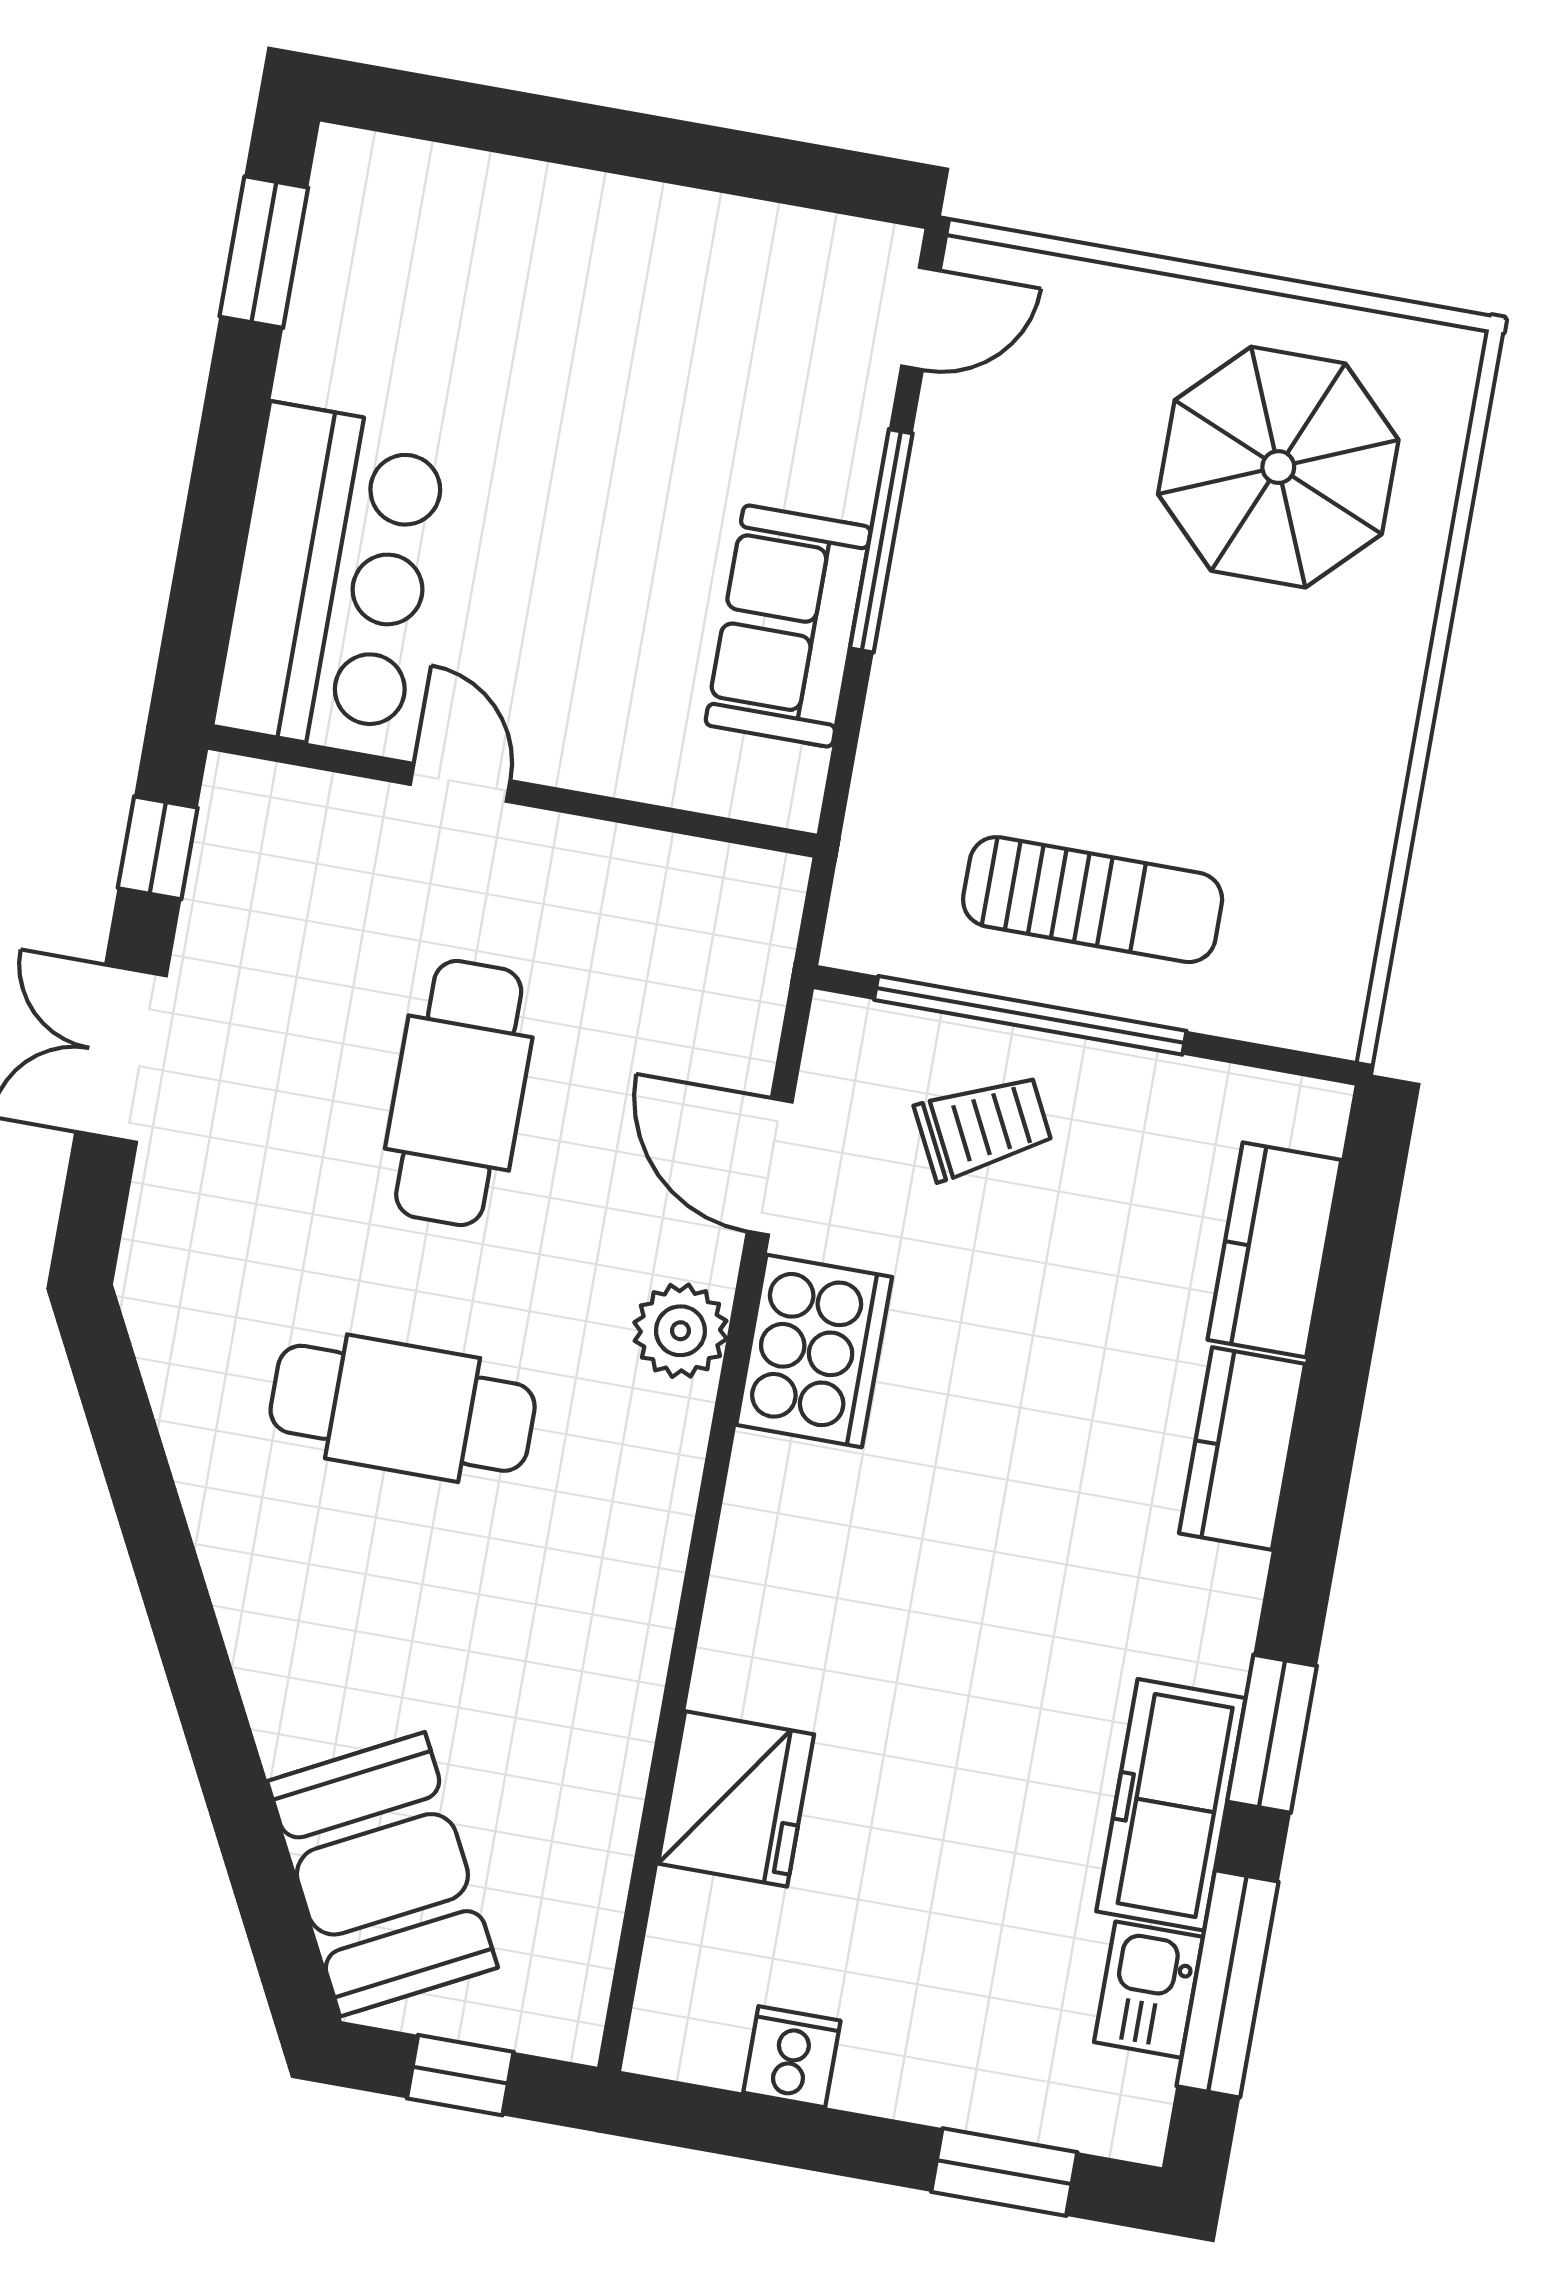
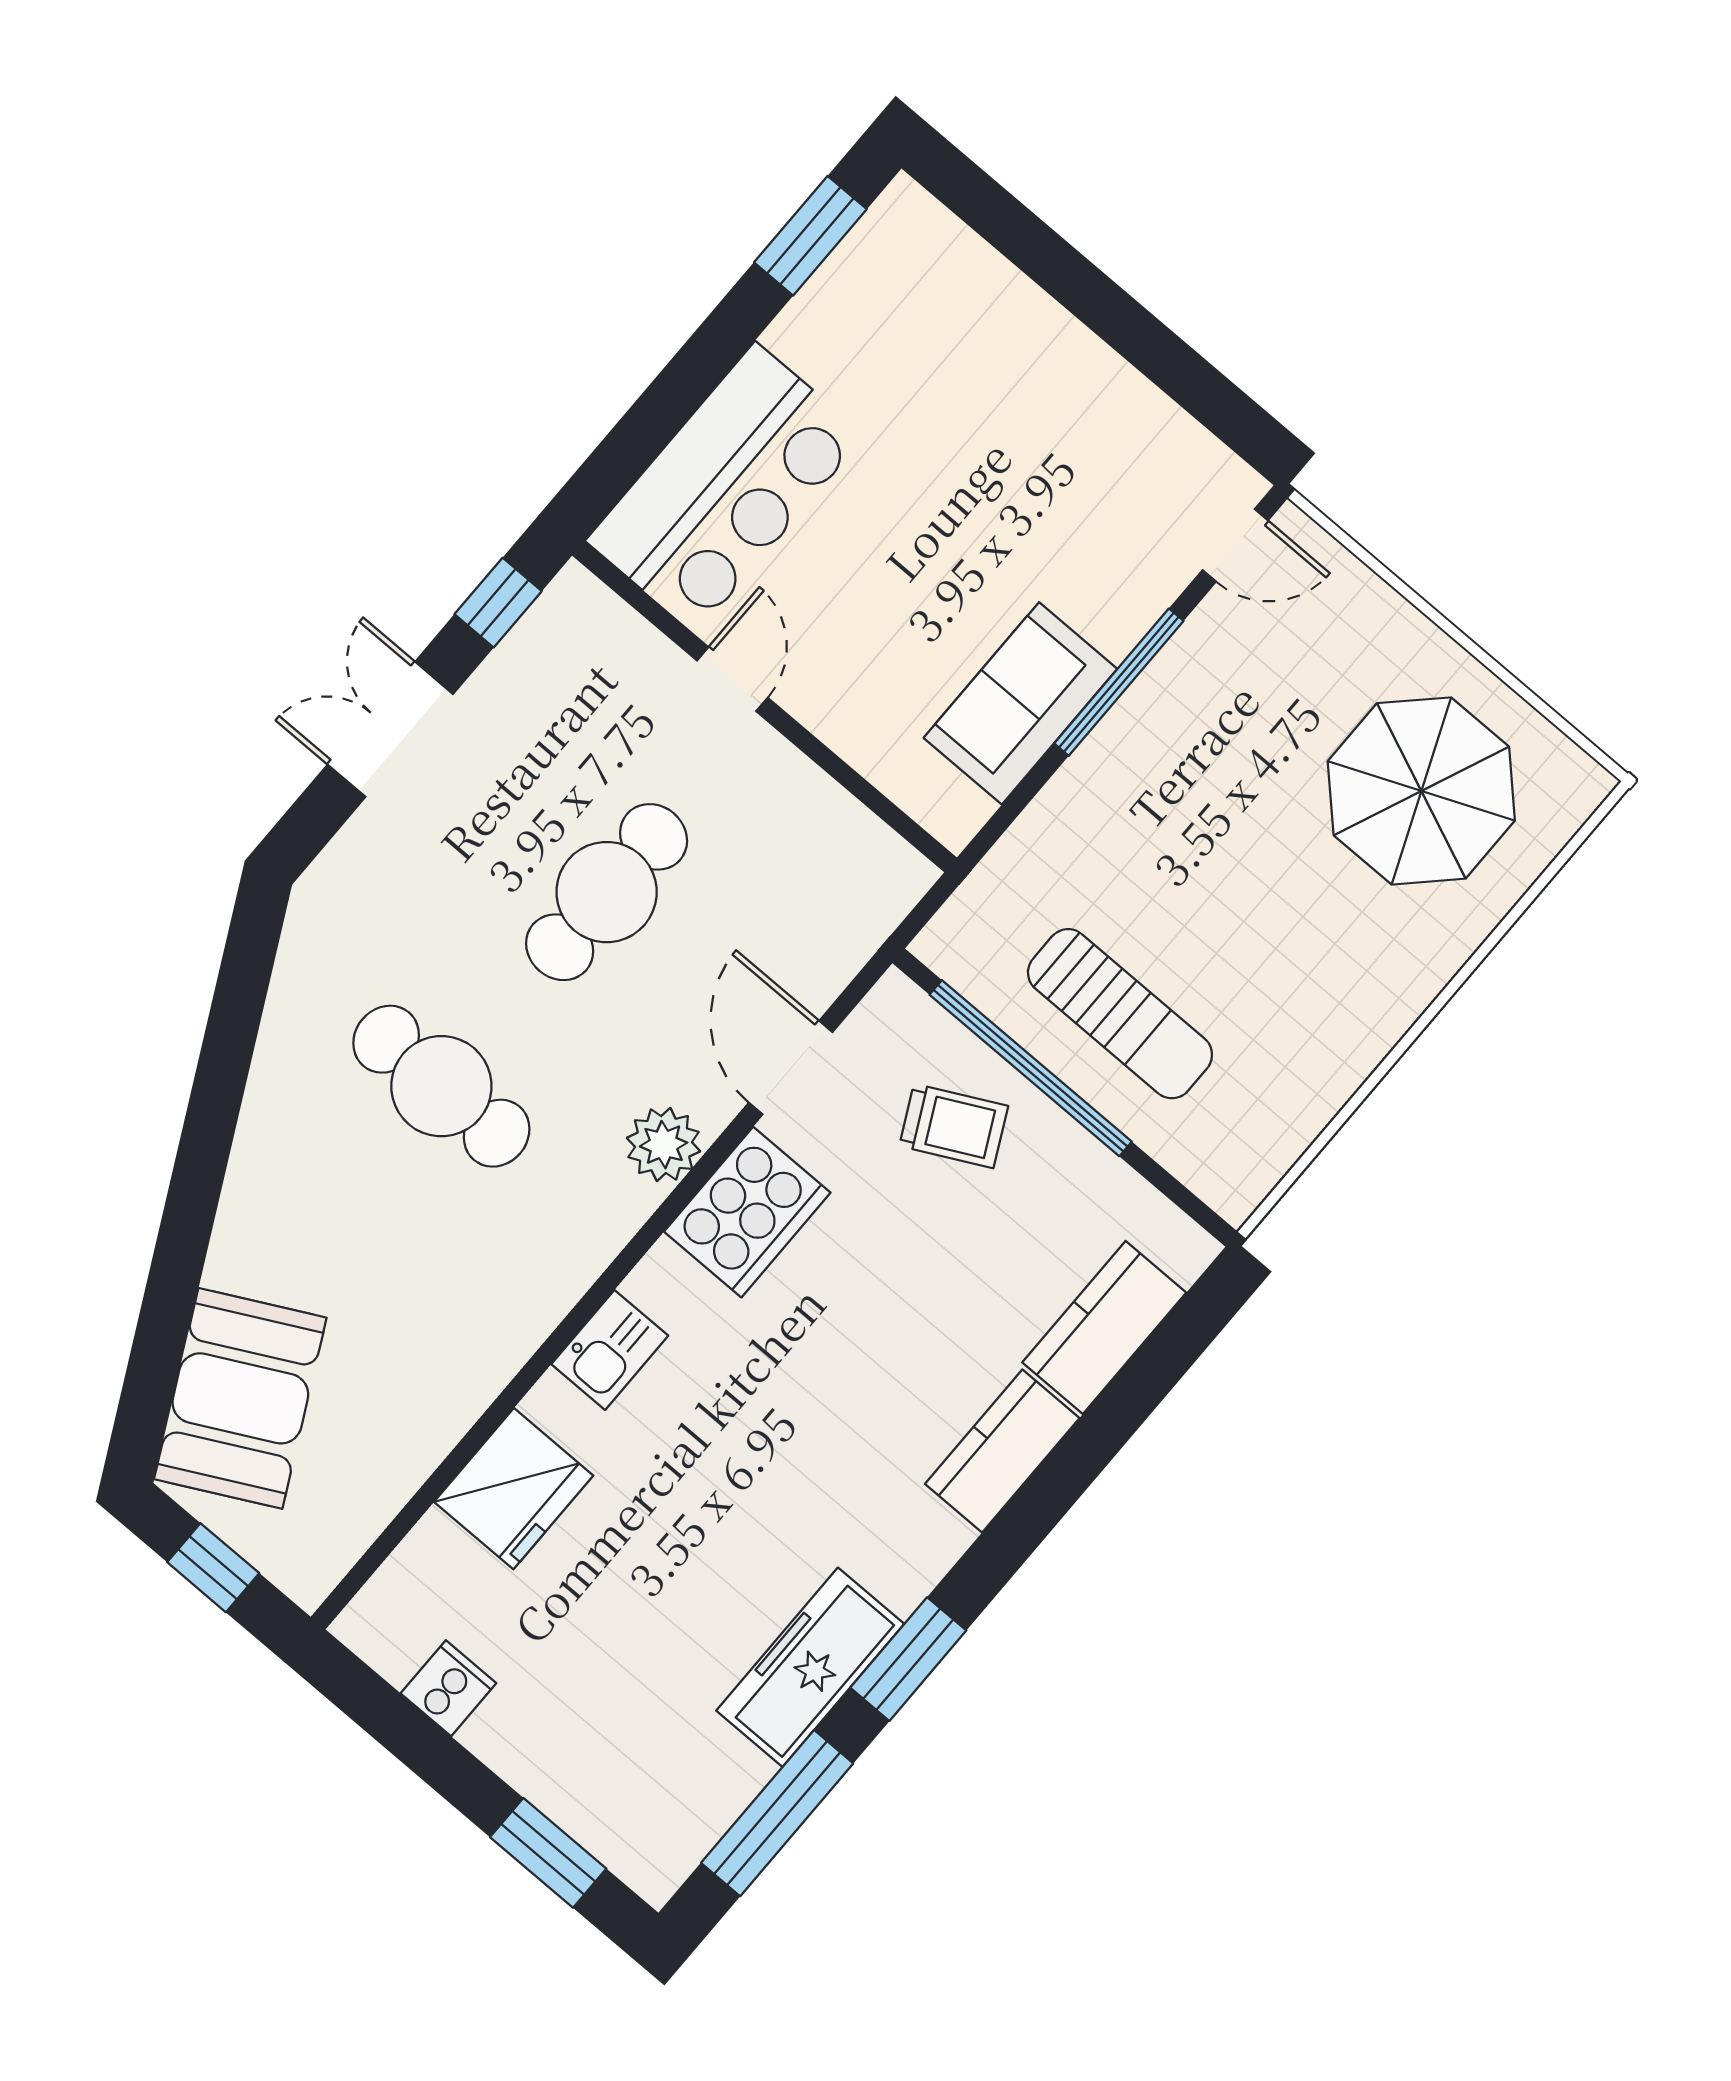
kitchen sink: (1148, 1990) -> (610, 1350), moved, turned 180

